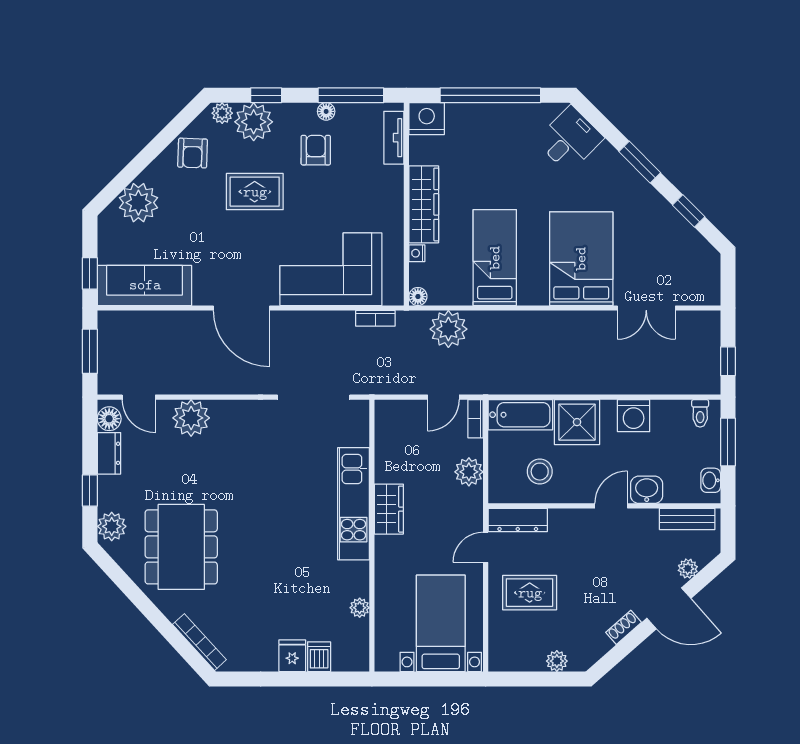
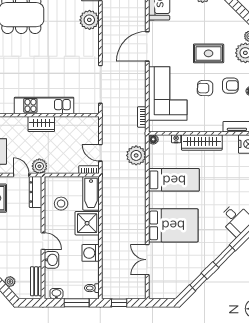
armchair: (193, 153) -> (205, 88), moved
rug: (255, 192) -> (209, 53), turned 90
plant: (469, 472) -> (39, 166), moved

